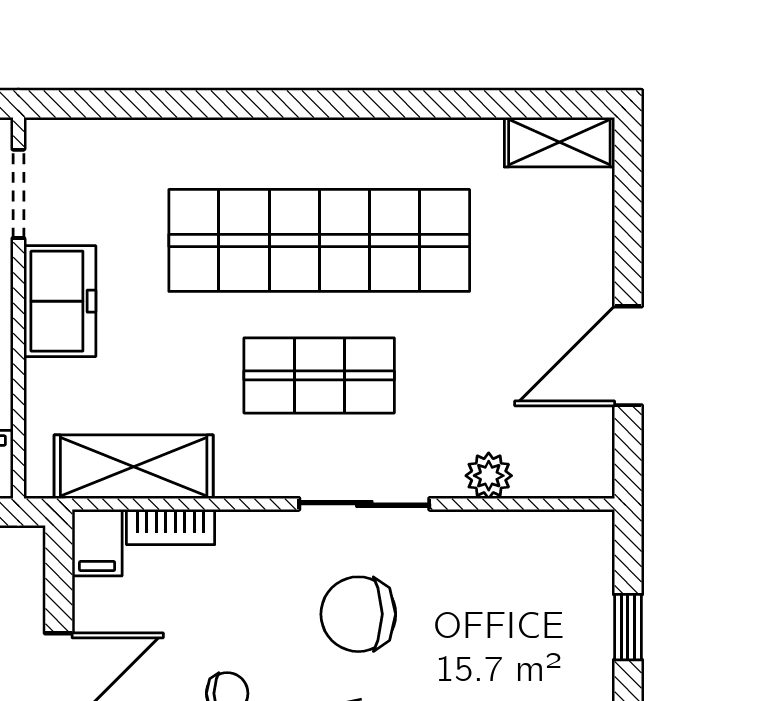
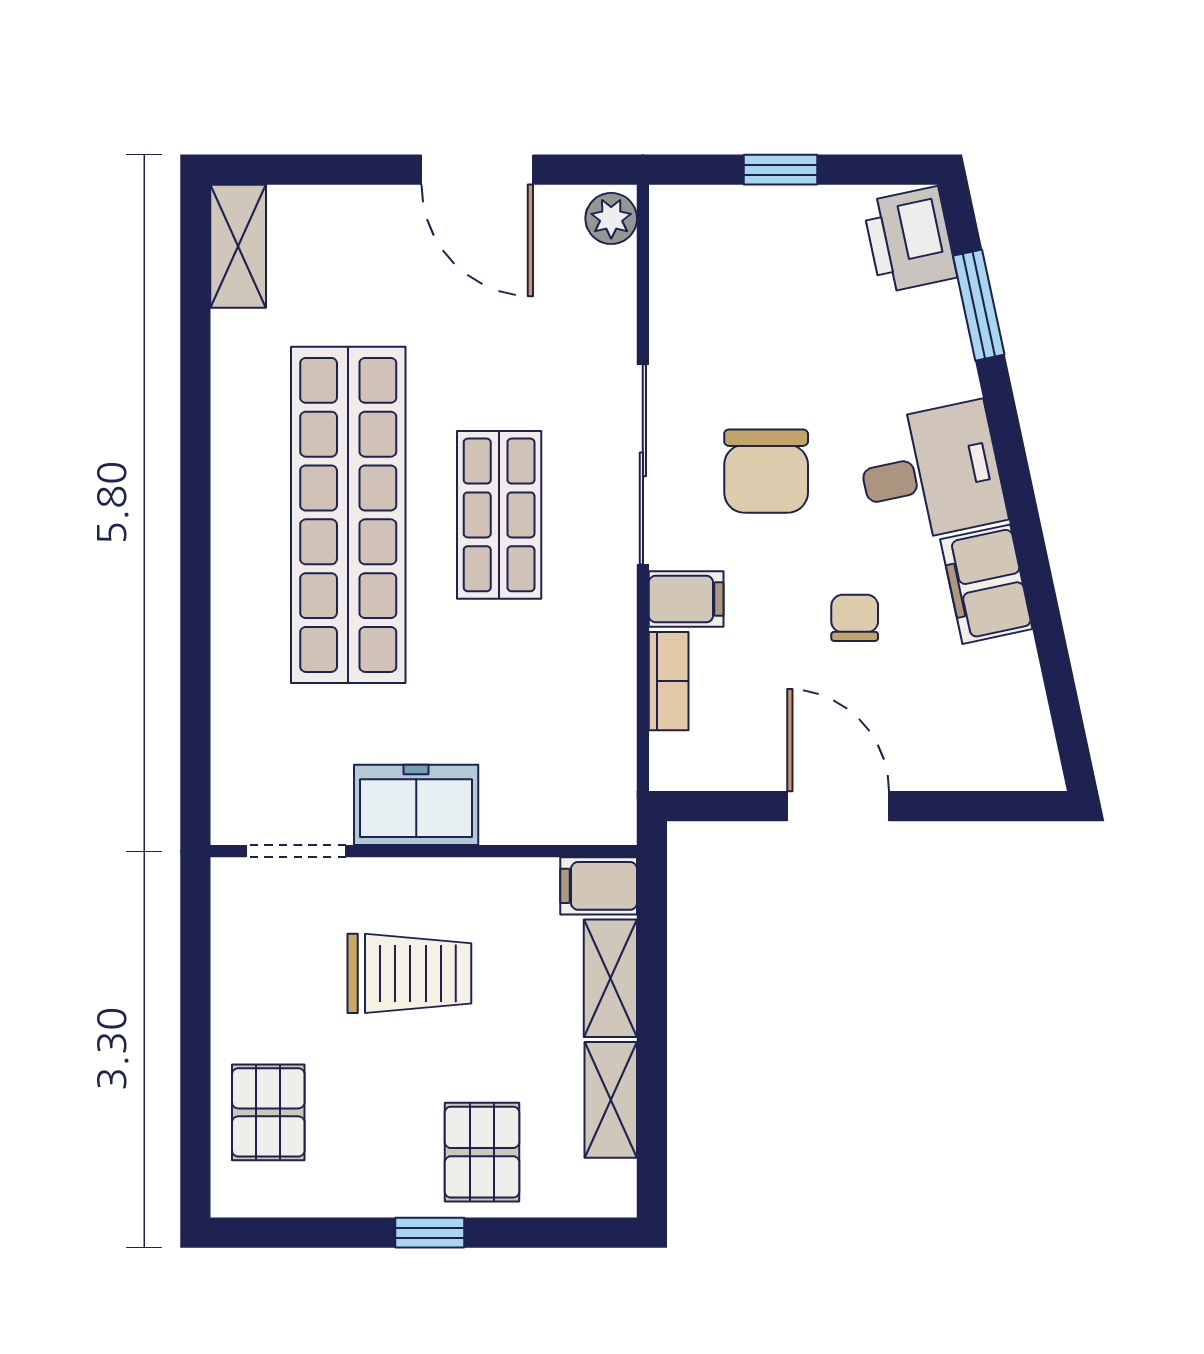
shelving: (134, 467) -> (601, 722), removed
plant: (489, 476) -> (611, 218), moved
sliding door: (364, 504) -> (643, 464), width x1.37
filing cabinet: (97, 543) -> (686, 599), moved

